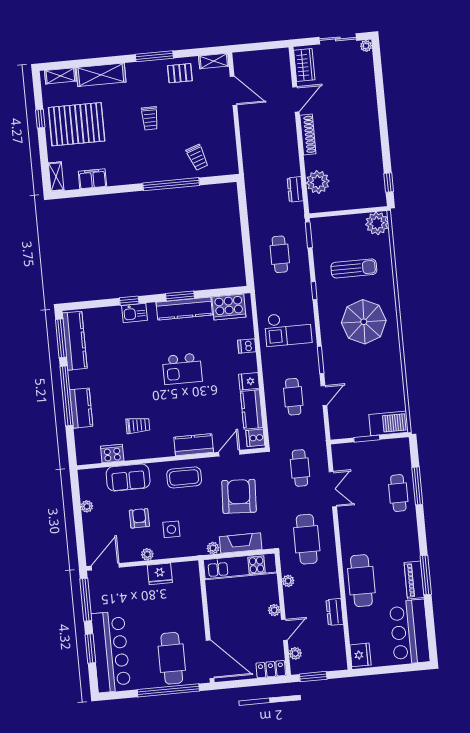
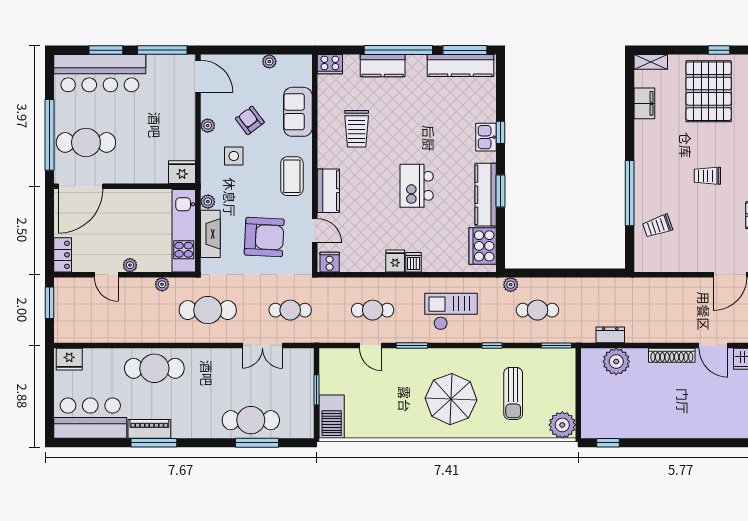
checkout: (288, 329) -> (451, 311), turned 90
dishwasher: (247, 346) -> (414, 262), moved
kitchen counter: (252, 410) -> (362, 261), removed
trolley: (138, 425) -> (357, 129), width x1.36, depth x1.39
cooker: (112, 454) -> (330, 64), moved, turned 90
cafe table: (398, 493) -> (251, 420), width x1.37, depth x1.35
armchair: (139, 518) -> (250, 120), turned -127
fridge: (160, 574) -> (182, 172), moved, turned 90
dresser: (335, 612) -> (121, 334), removed
plant: (295, 653) -> (511, 285), moved

